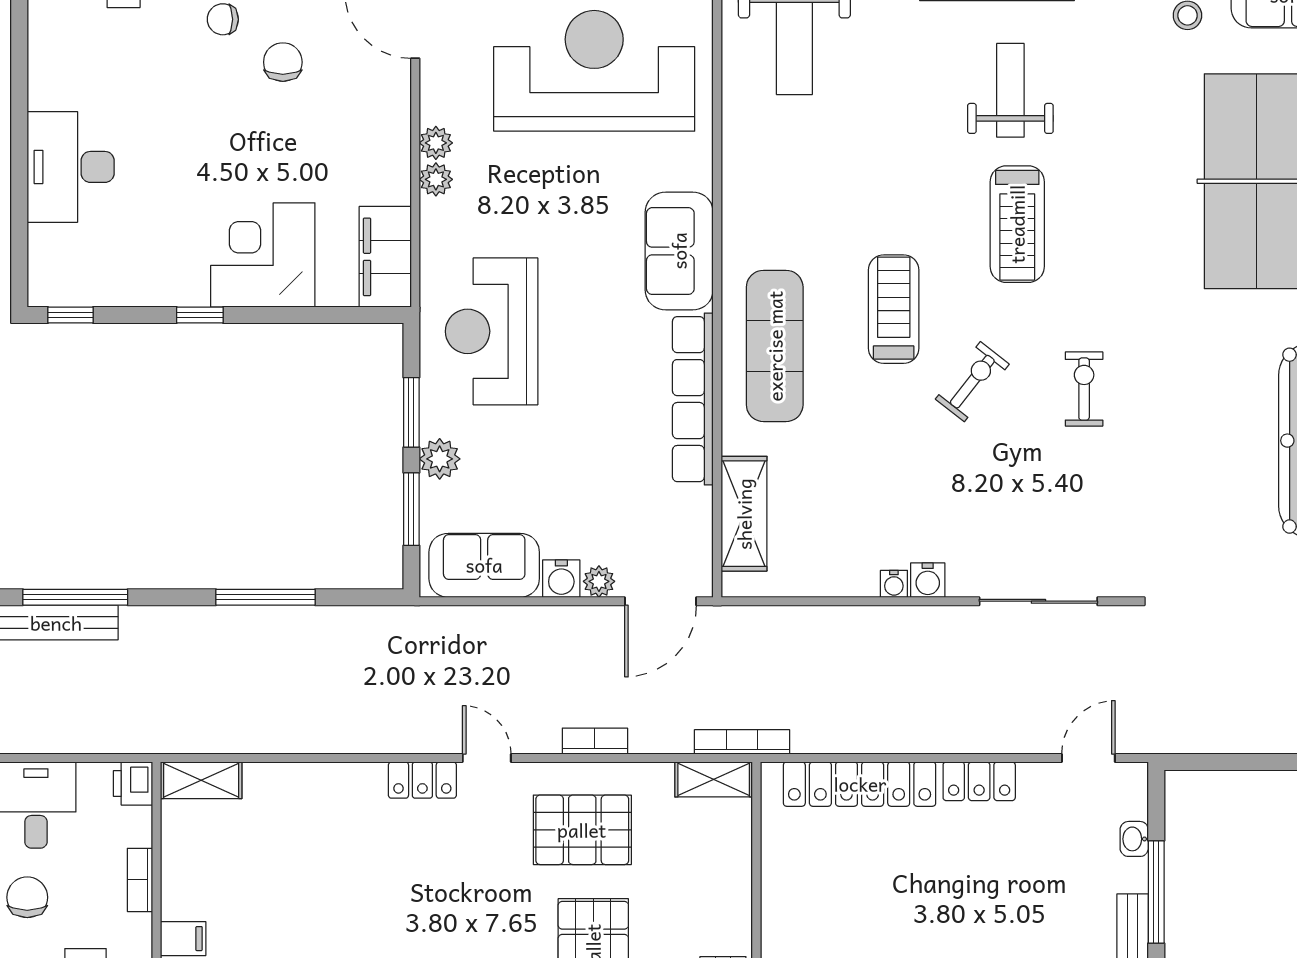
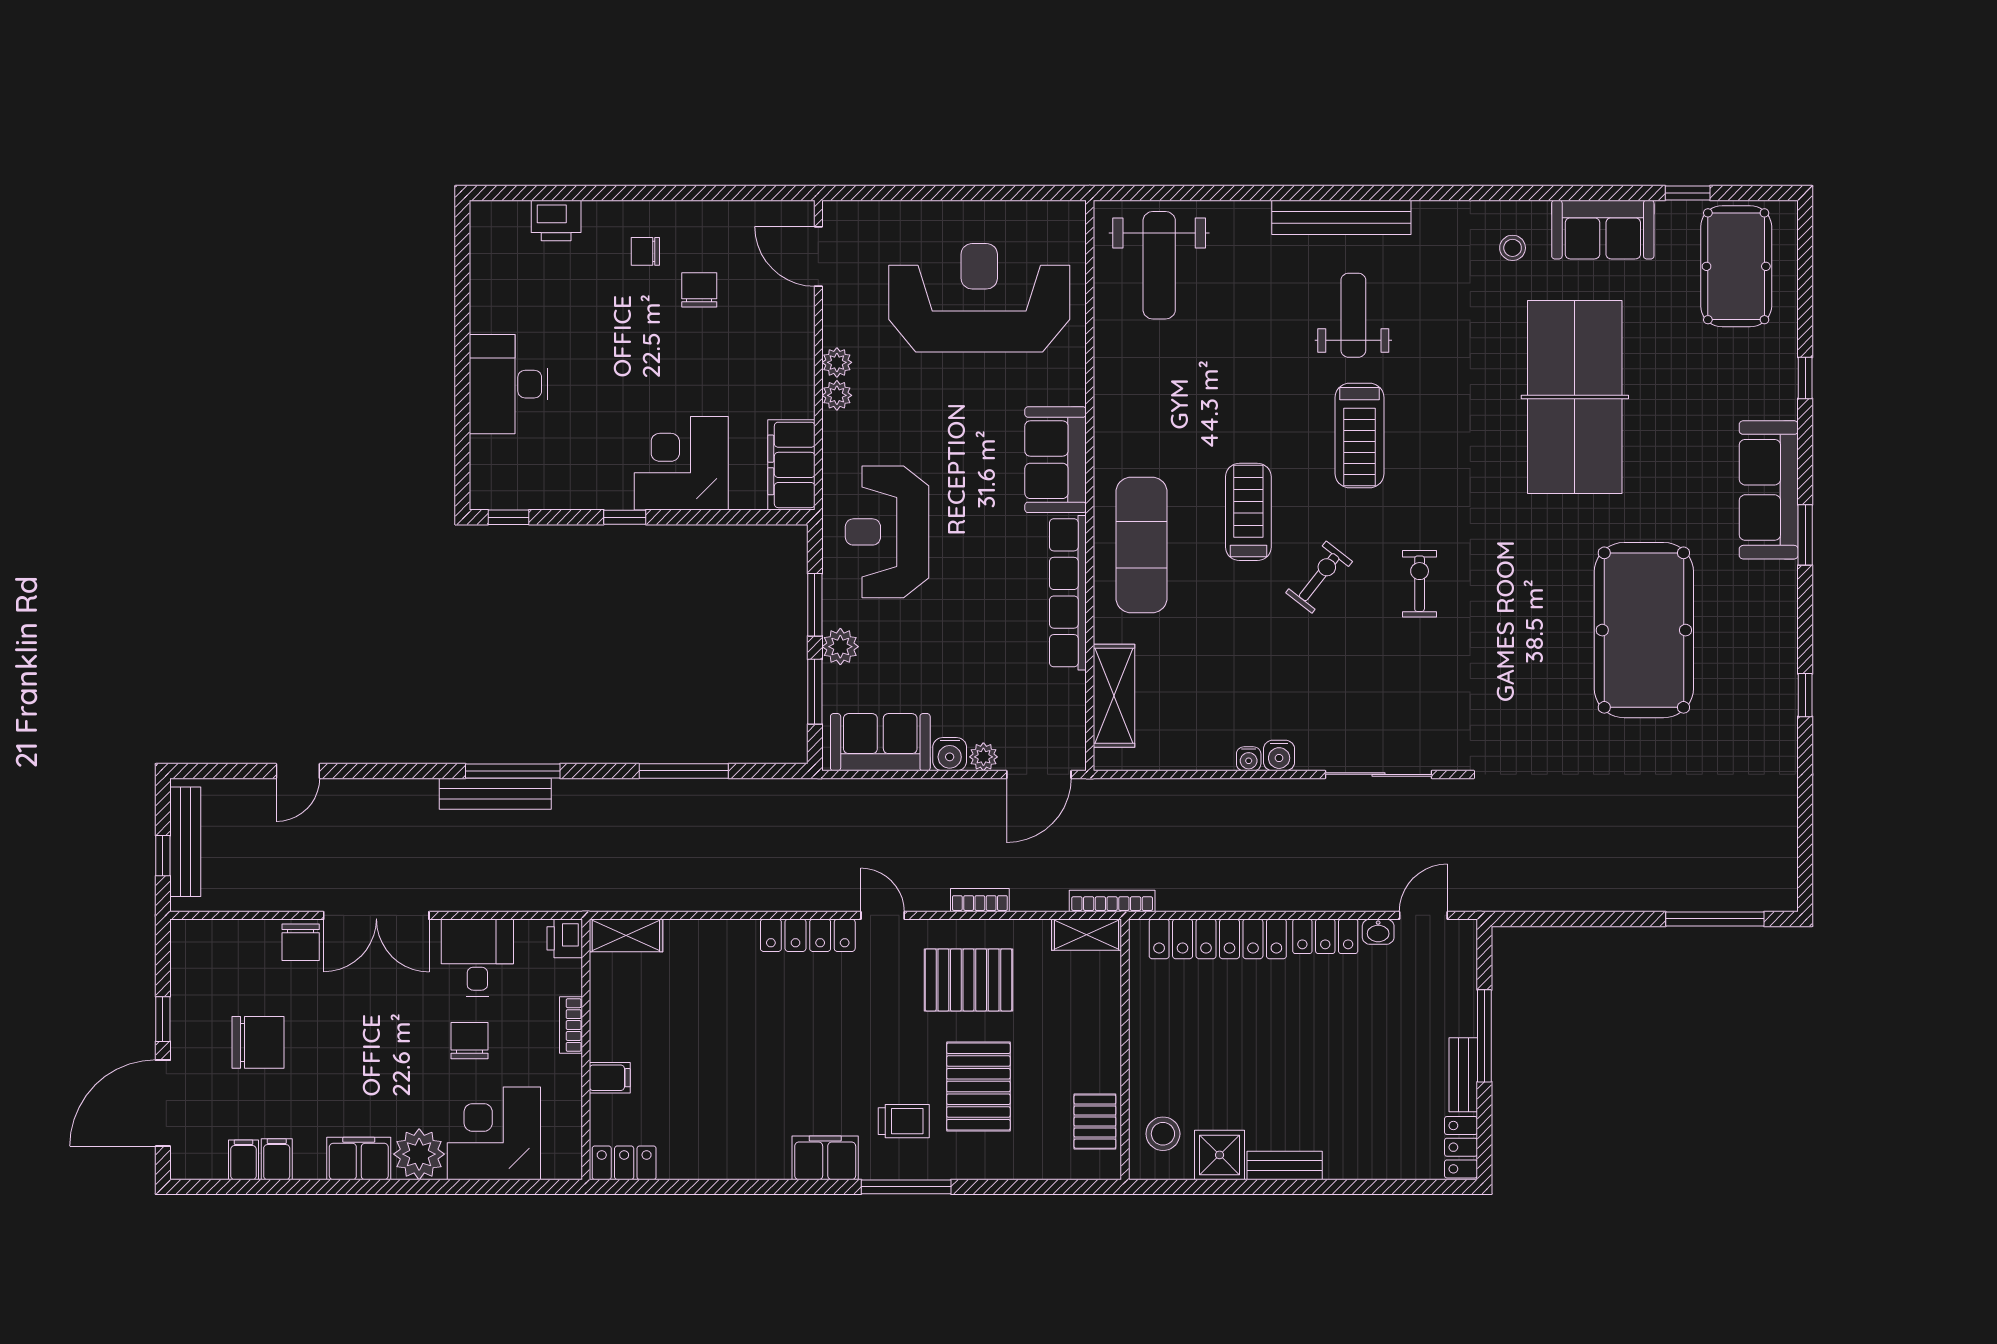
locker: (422, 780) -> (808, 935), width x1.53
washbasin: (1134, 839) -> (1378, 932), moved, turned -90

